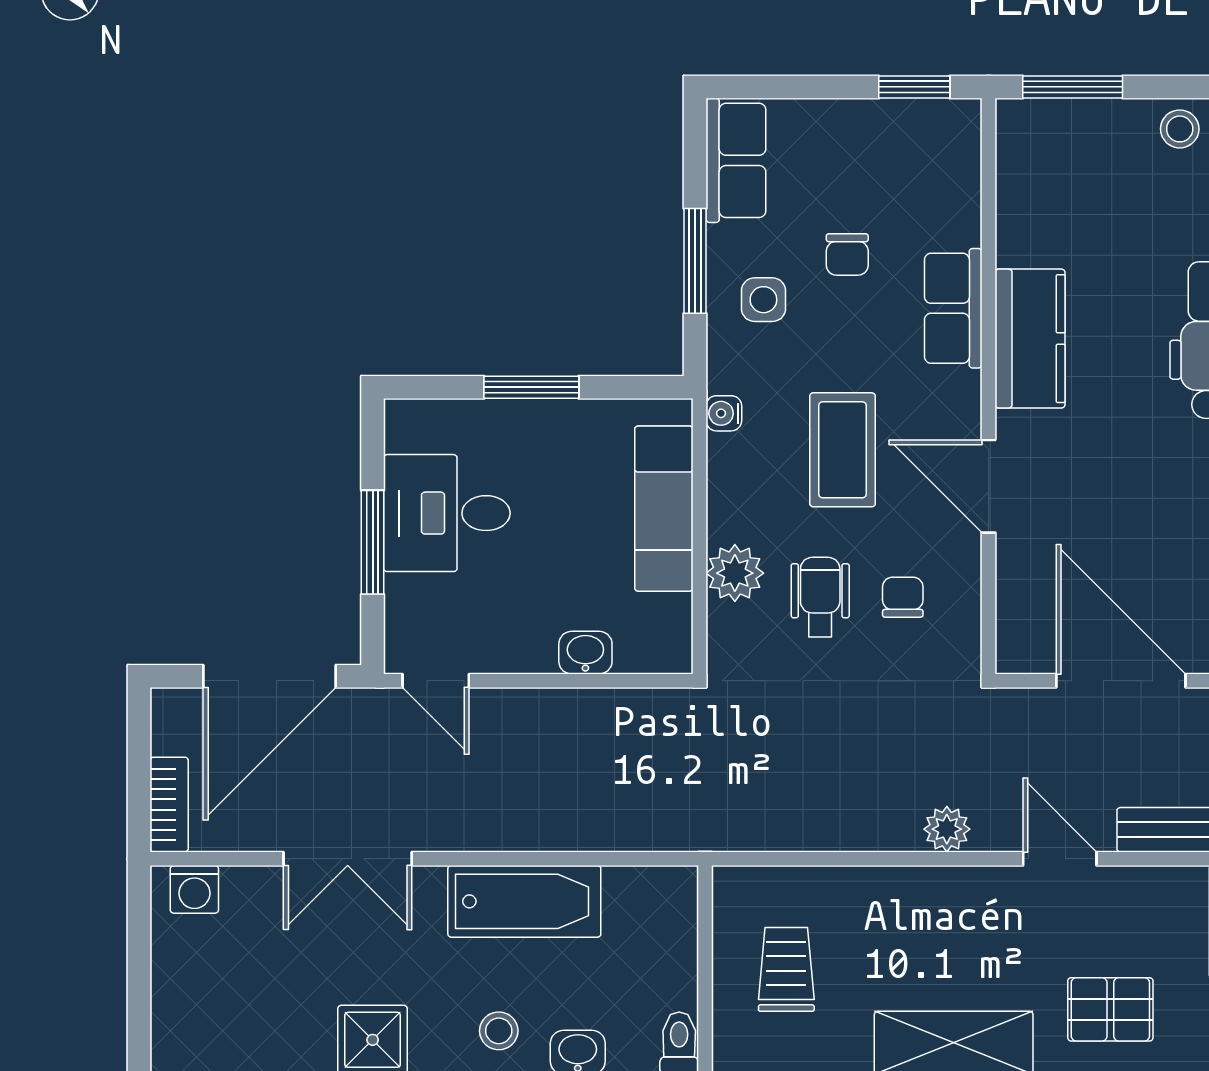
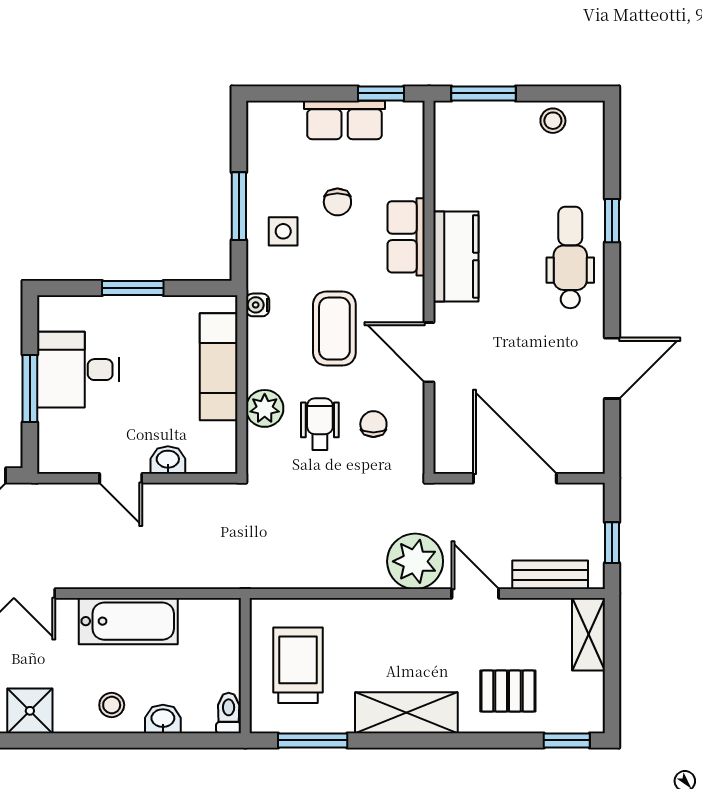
row of seats: (736, 160) -> (345, 120), moved, turned 90
door: (436, 681) -> (121, 478), moved
plant: (947, 829) -> (415, 561), width x1.88, depth x1.88
trolley: (786, 969) -> (298, 665), width x1.36, depth x1.39

